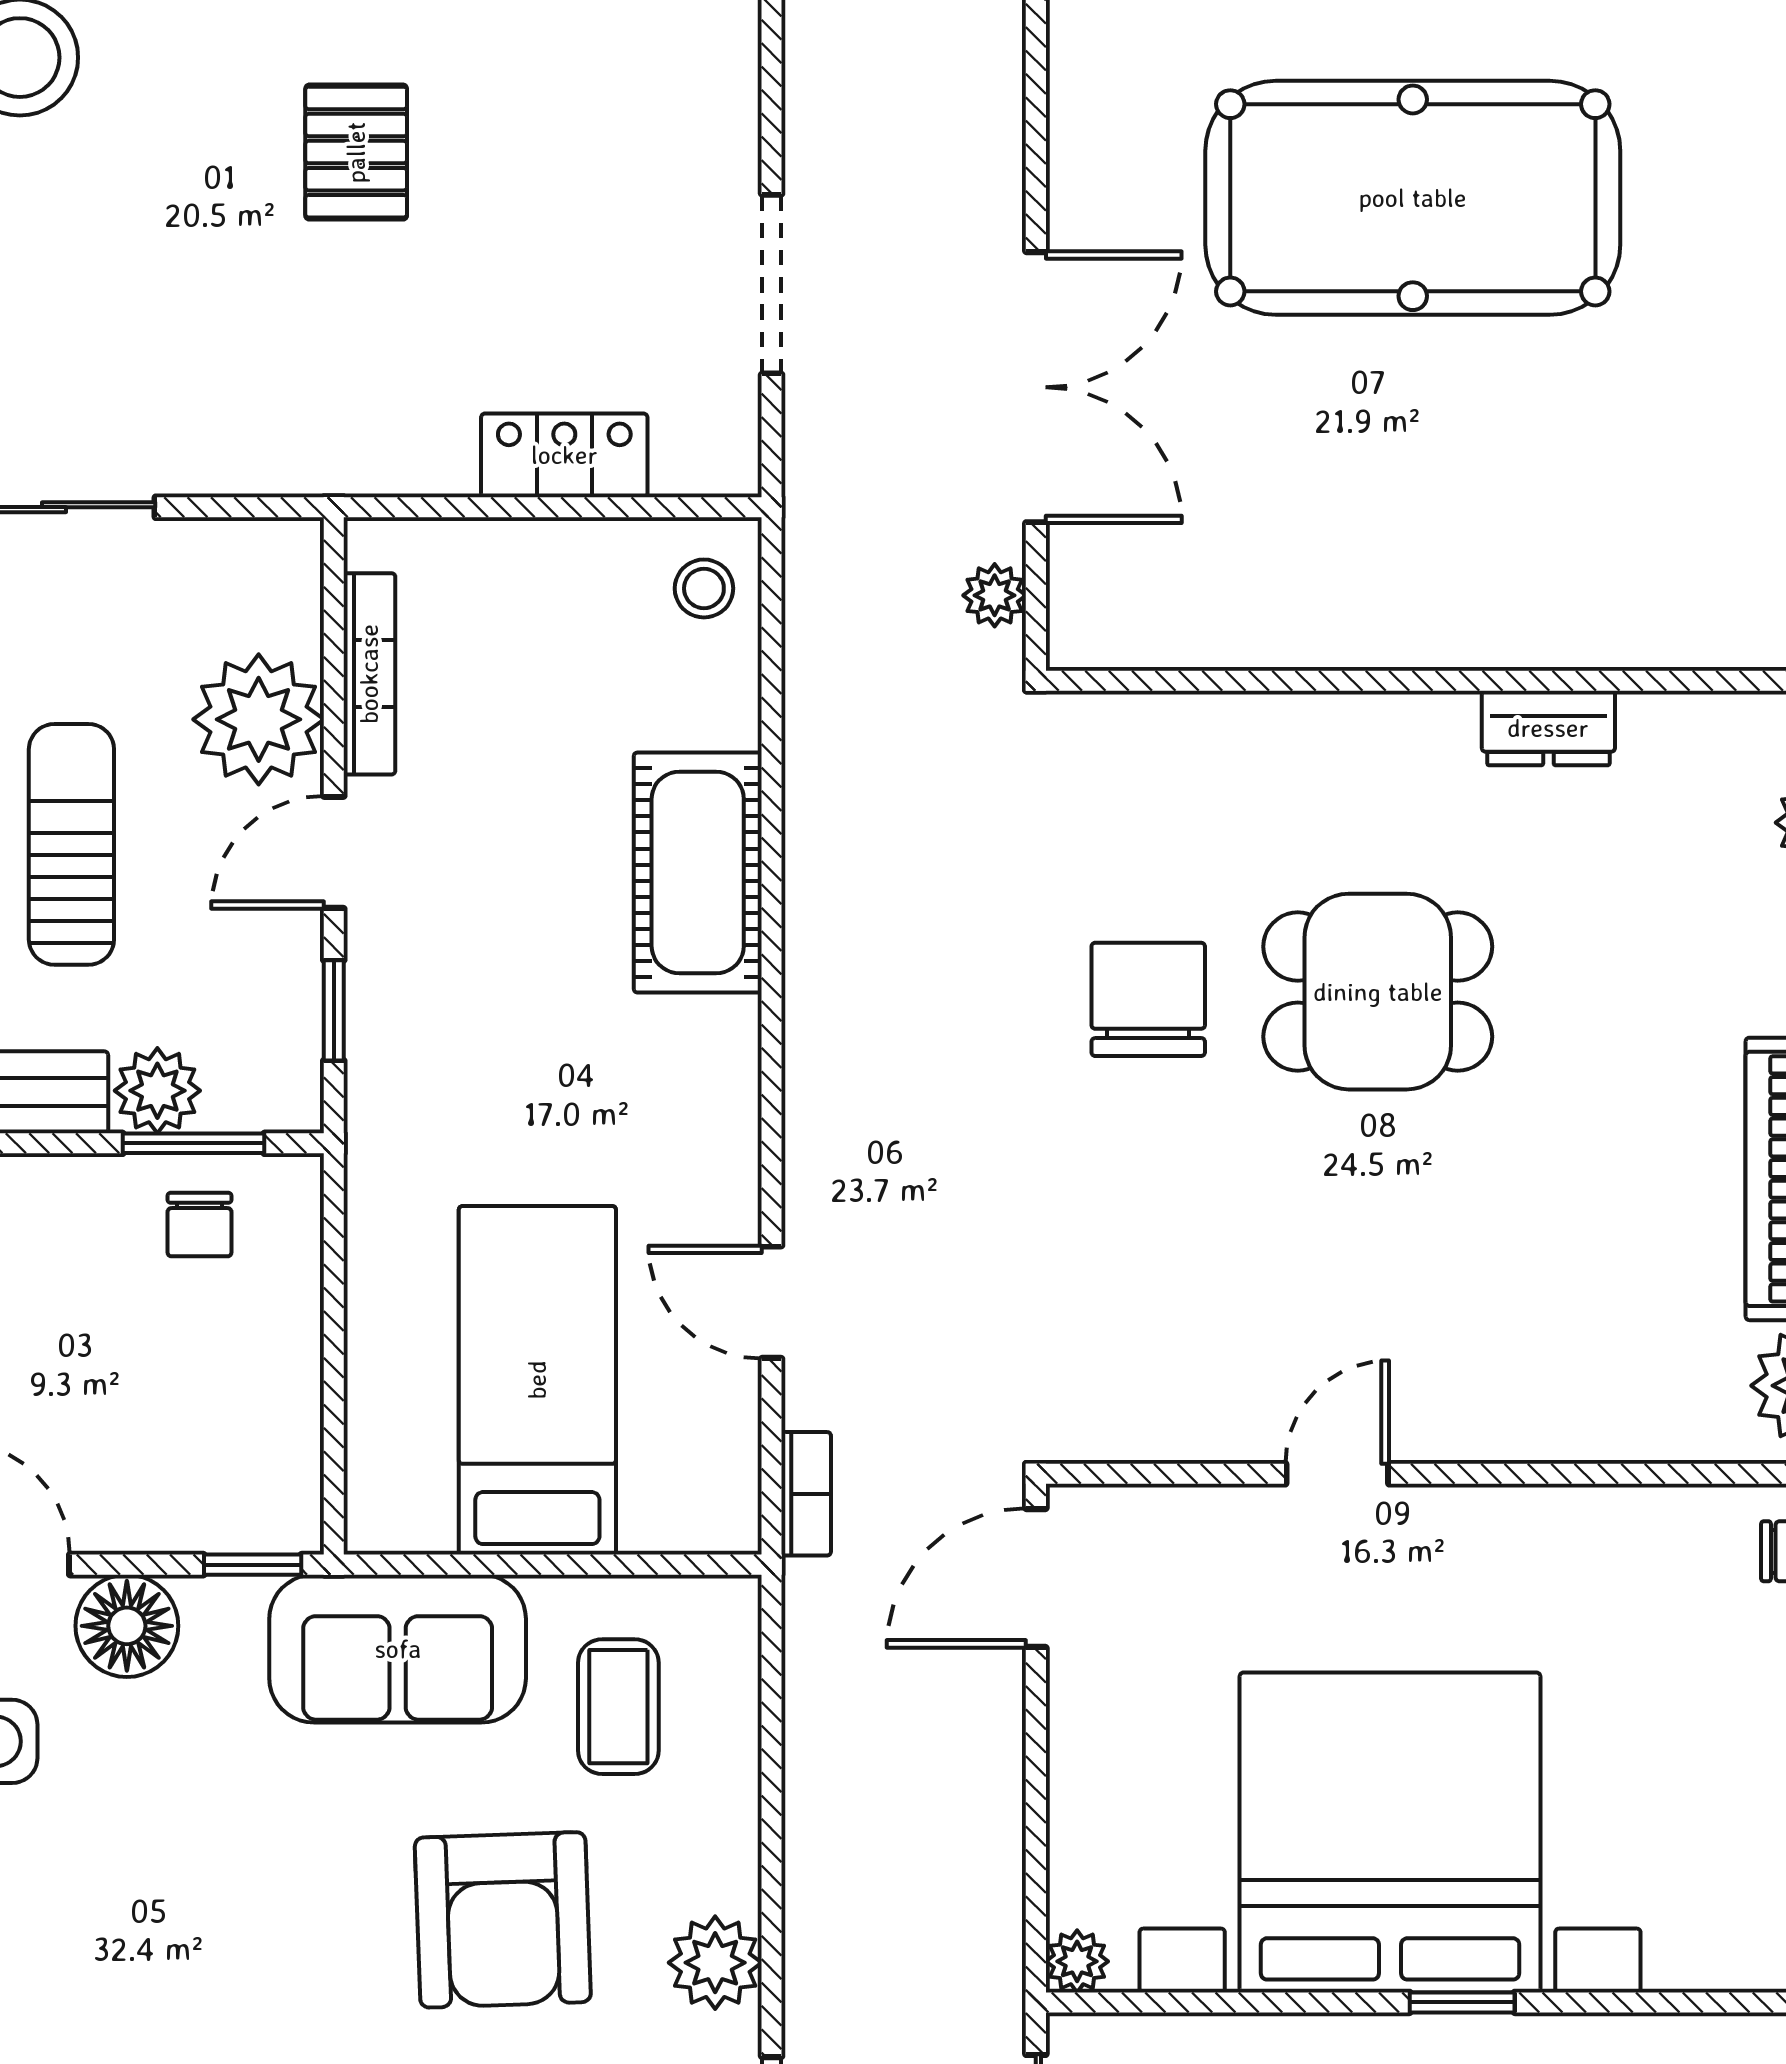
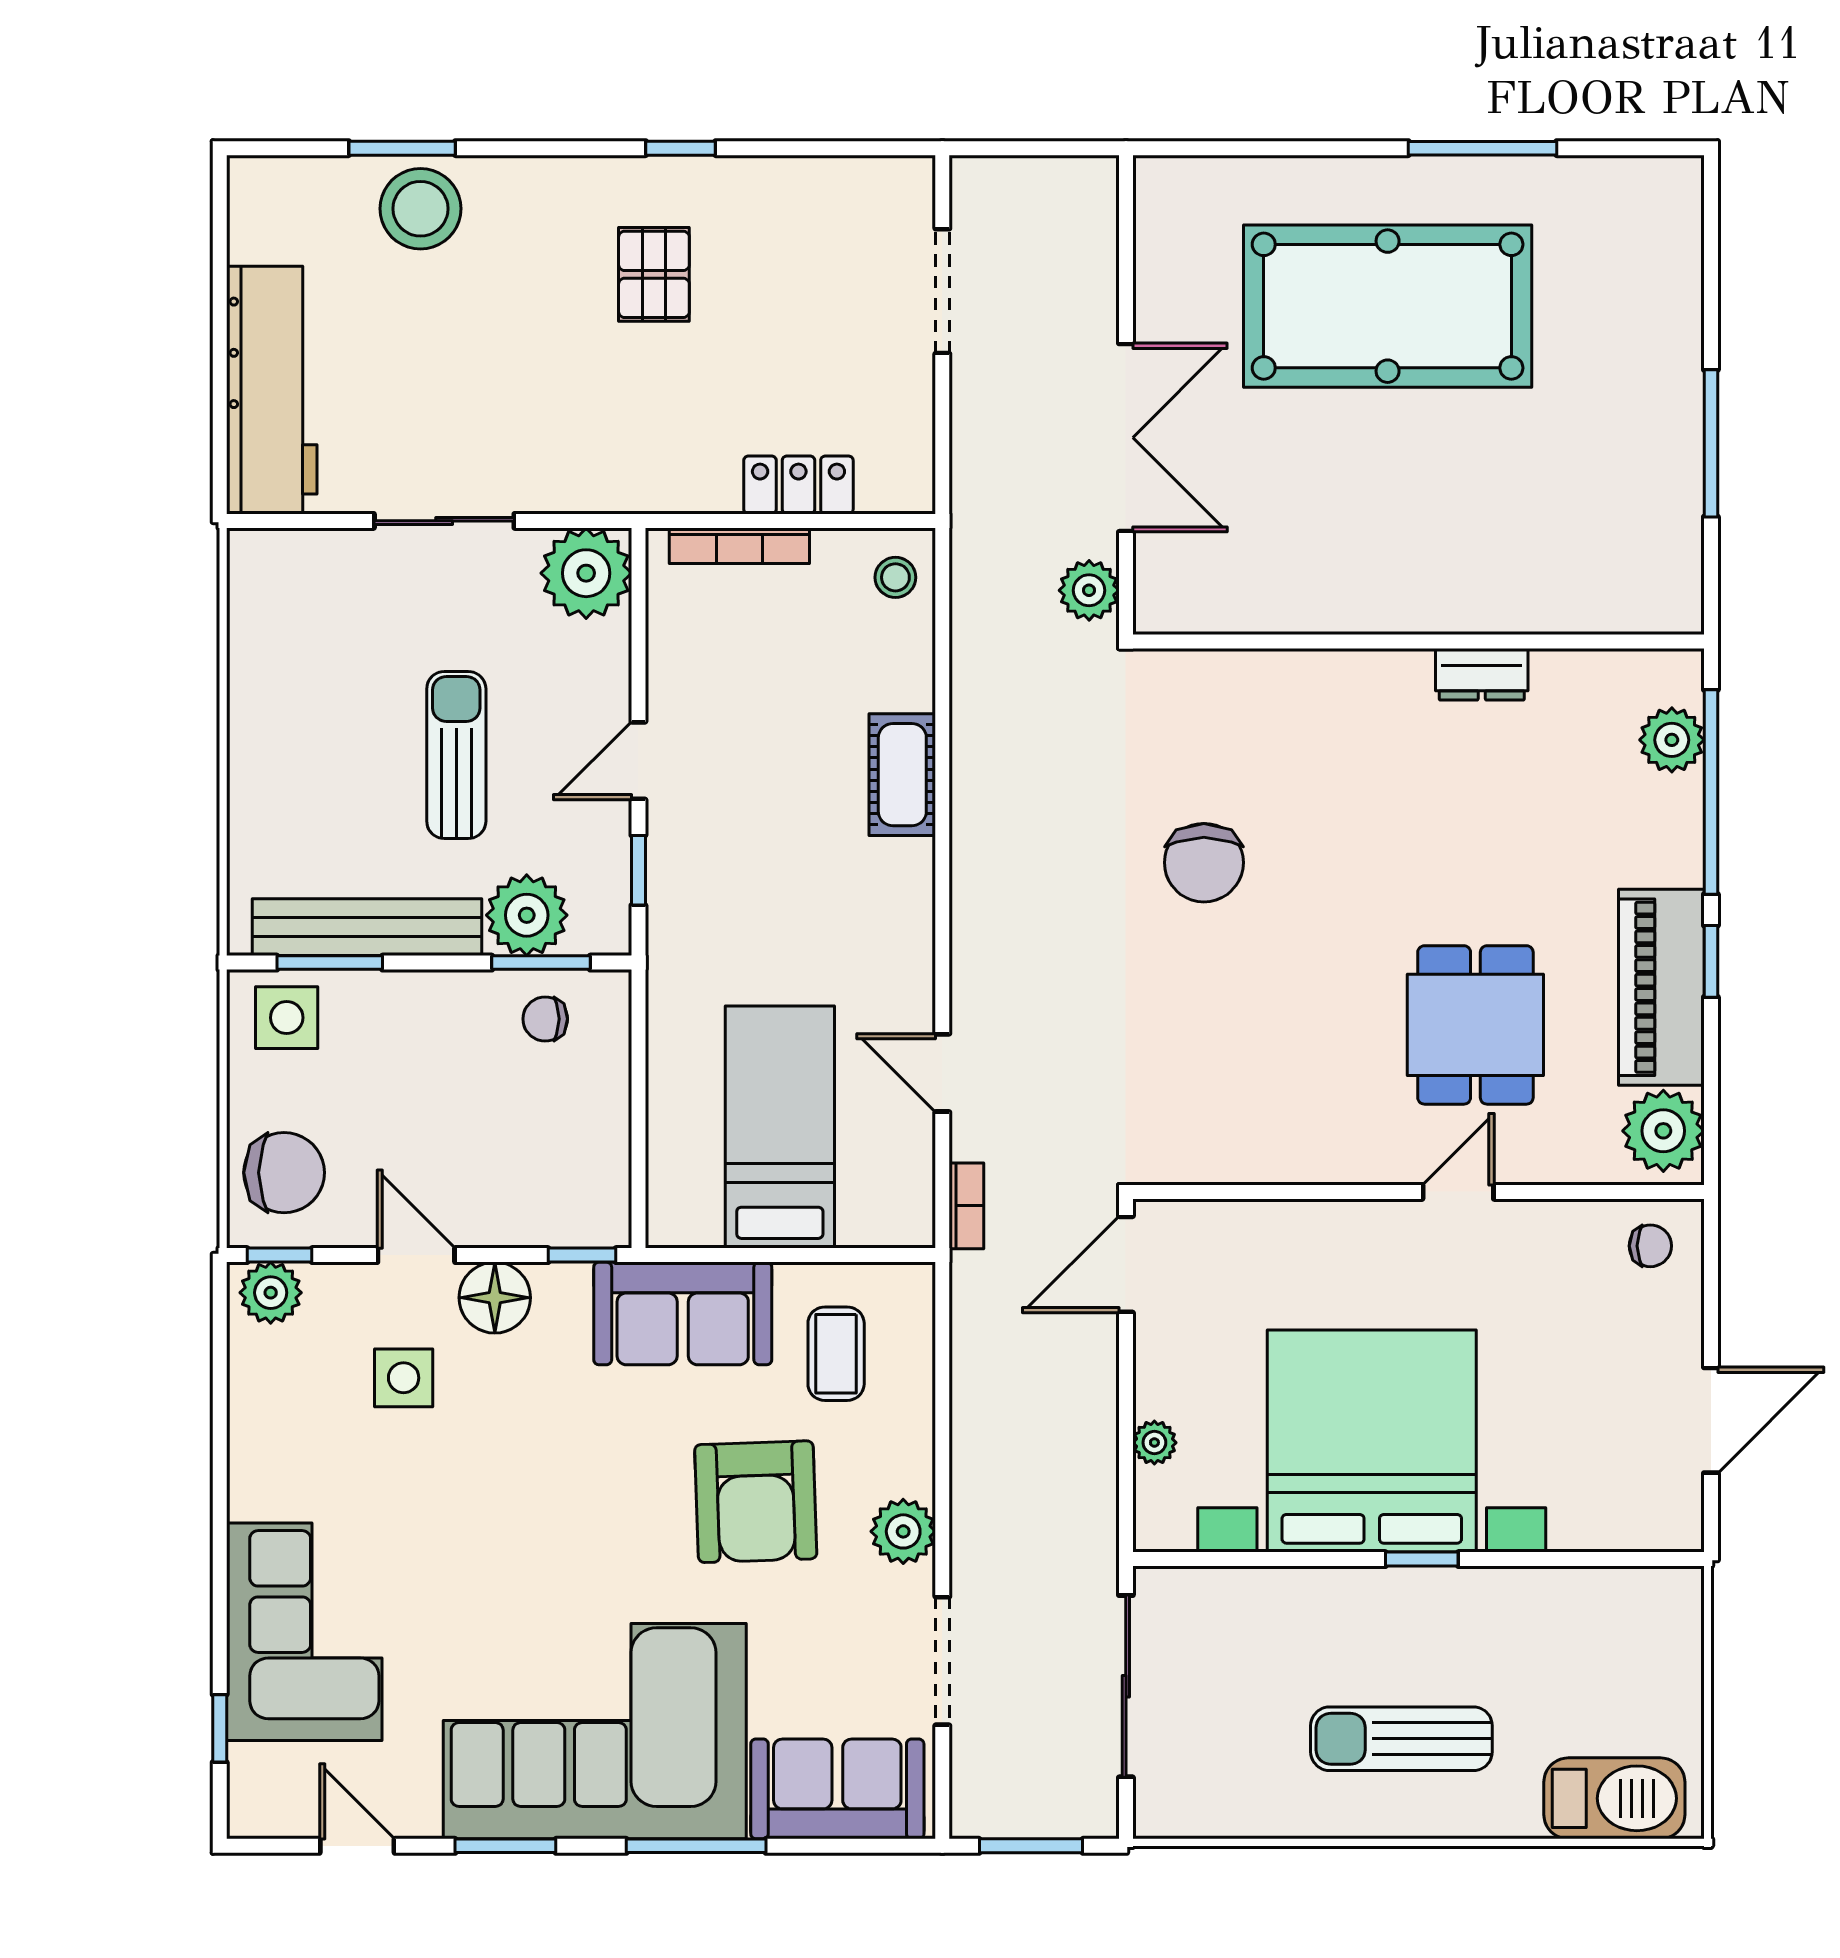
doorway: (772, 284) -> (942, 291), moved
plant: (995, 595) -> (1089, 590), width x1.38, depth x1.38
bookcase: (369, 674) -> (739, 546), moved, turned 90
plant: (259, 719) -> (586, 573), moved
cot: (698, 873) -> (902, 775), width x0.73, depth x0.75
dining table: (1378, 992) -> (1475, 1025), moved, turned 90
chair: (1148, 999) -> (1204, 863), turned 180
plant: (157, 1091) -> (527, 915), width x1.36, depth x1.36
chair: (200, 1225) -> (545, 1019), turned 90
door: (1337, 1474) -> (1458, 1192), moved
plant: (1077, 1961) -> (1154, 1443), moved

